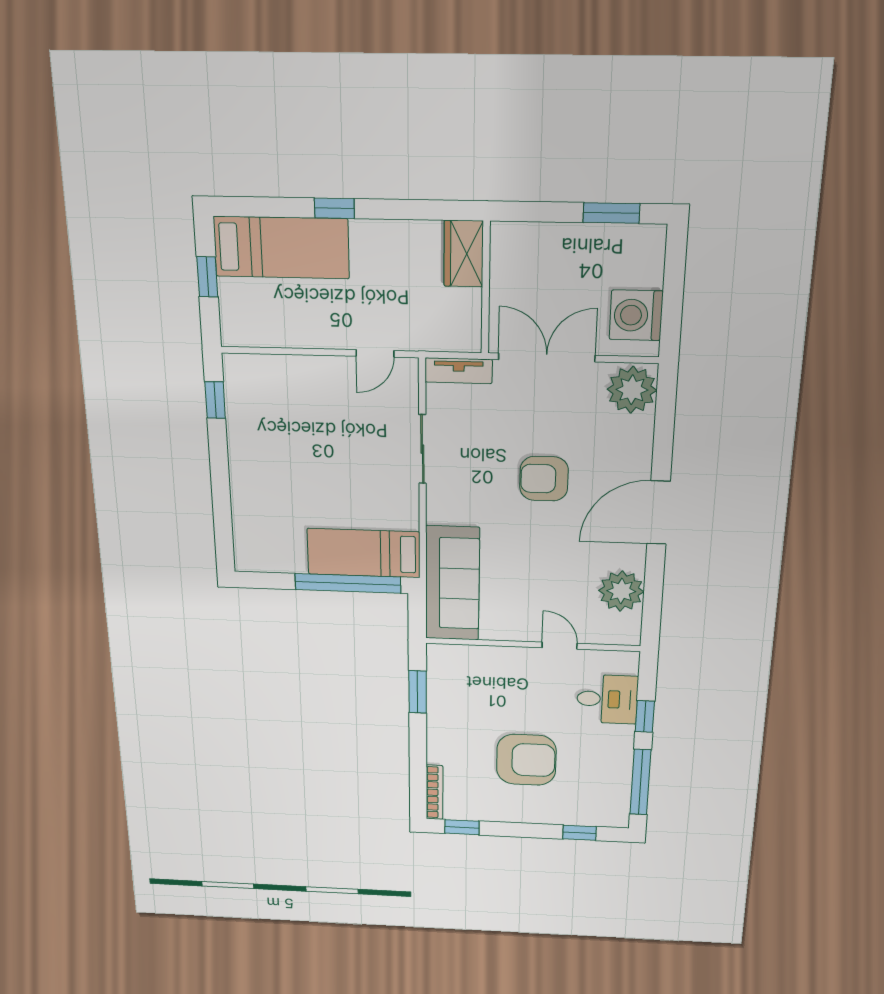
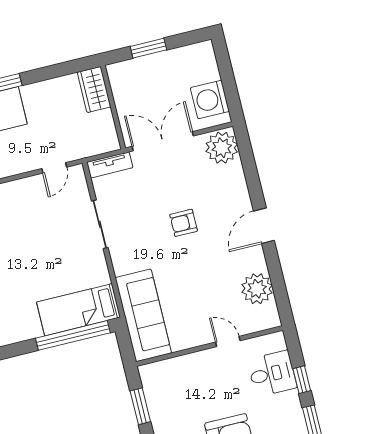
window: (611, 213) -> (148, 48), moved
armchair: (544, 479) -> (184, 223), width x0.72, depth x0.72
door: (658, 513) -> (264, 226), width x0.73

